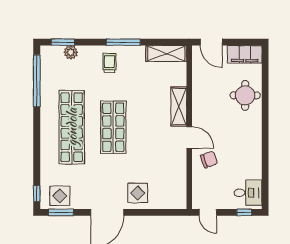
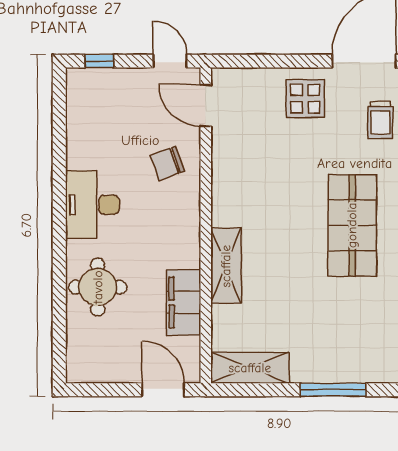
filing cabinet: (245, 54) -> (184, 303), moved, turned -90
trolley: (110, 63) -> (380, 120), moved
door: (189, 137) -> (206, 105), moved
desk: (248, 193) -> (92, 205), moved, width x1.37

